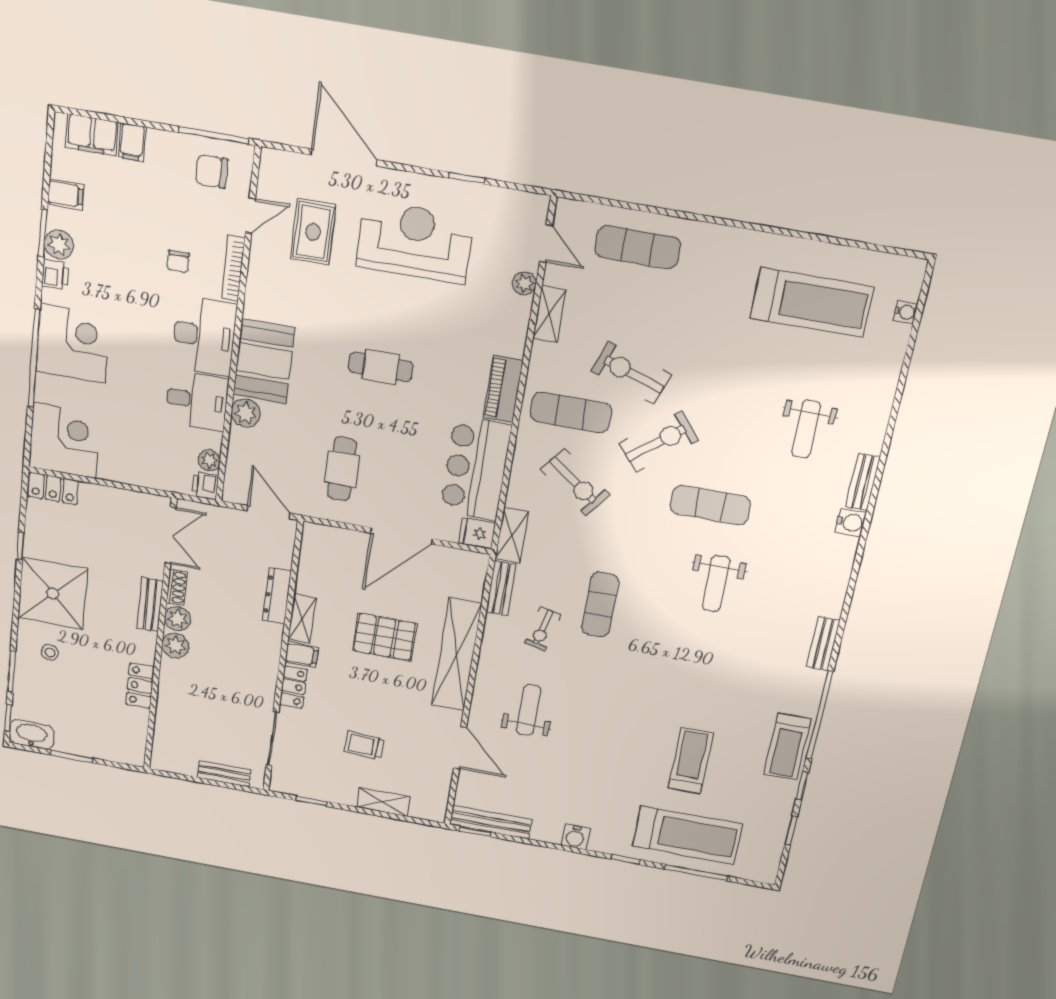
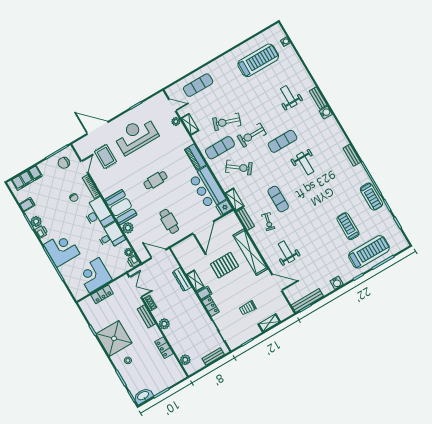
weight bench: (806, 429) -> (289, 96), turned 180
corner desk: (65, 441) -> (94, 275), moved, turned -90
exercise bike: (659, 442) -> (252, 135), turned -141
locker: (53, 489) -> (102, 294), moved
plant: (178, 619) -> (185, 360), moved

